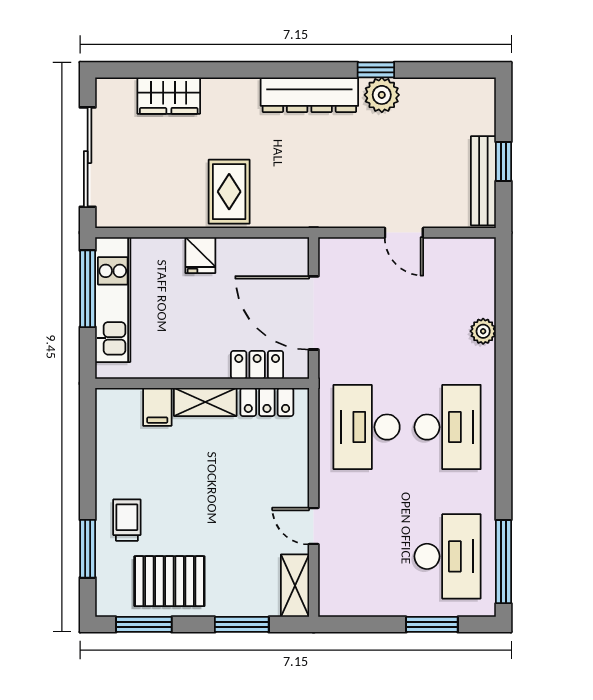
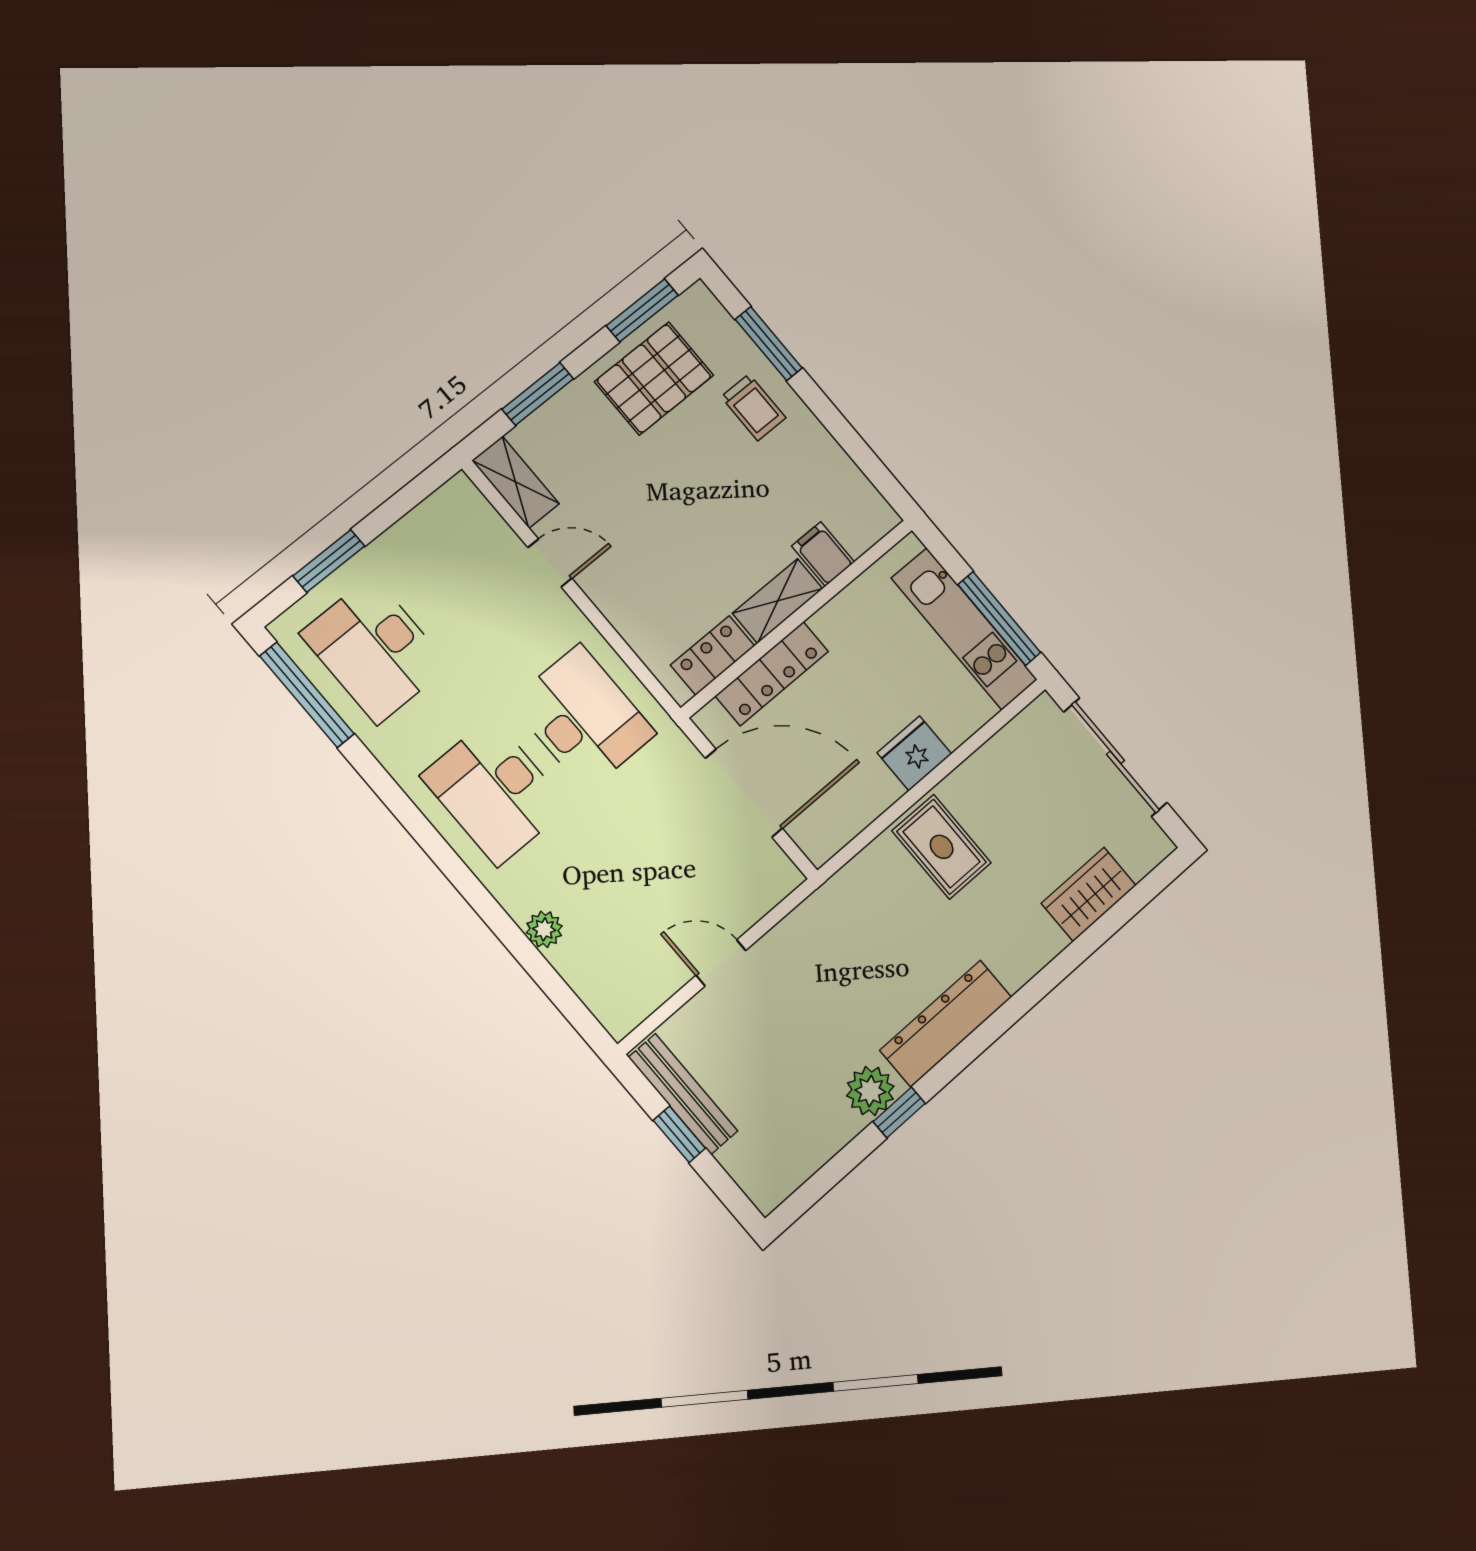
fridge: (200, 255) -> (914, 753), width x1.38
locker: (257, 365) -> (772, 674), width x1.53

